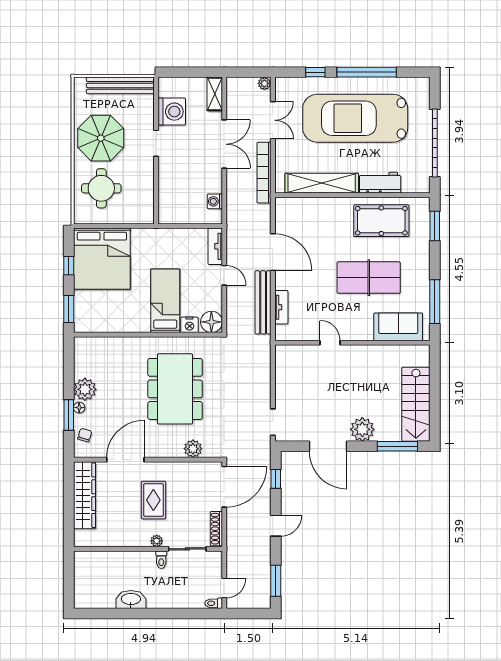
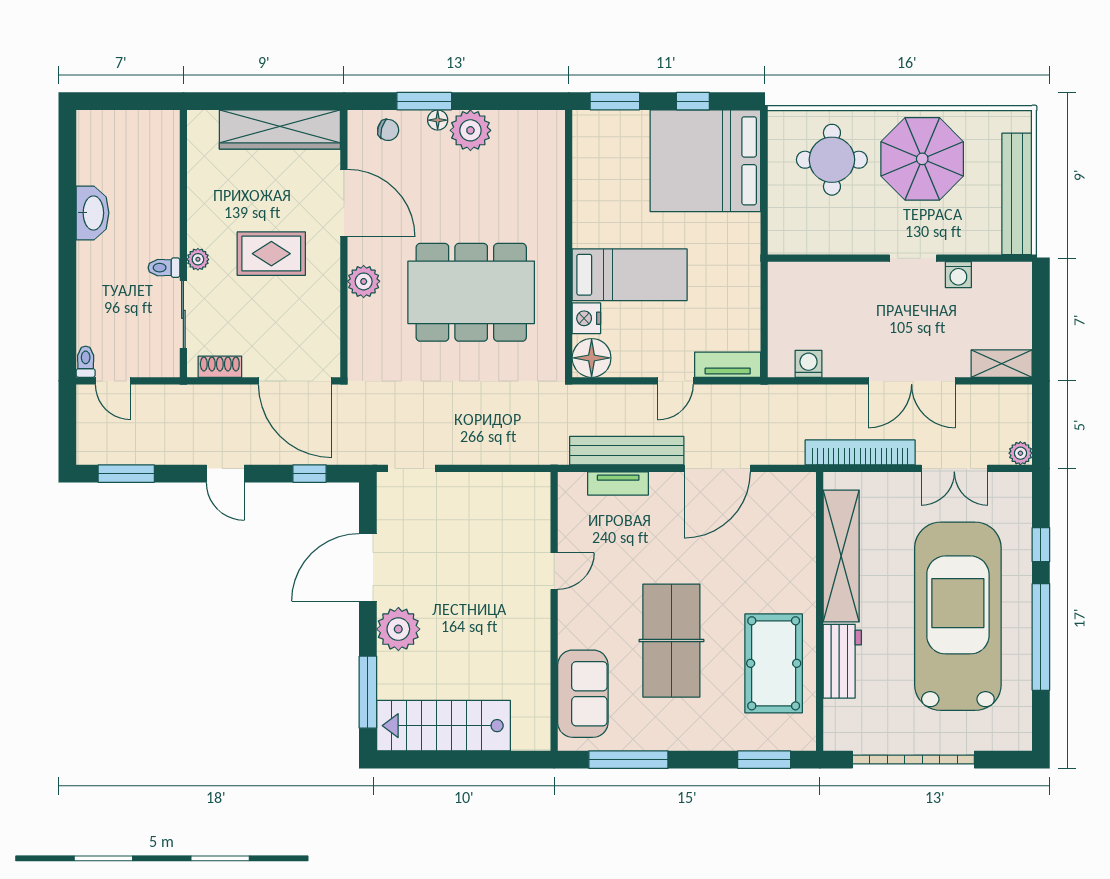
washing machine: (172, 112) -> (958, 275), width x0.53, depth x0.53
plant: (193, 449) -> (364, 281), moved
shoe rack: (216, 529) -> (220, 367), width x0.70

